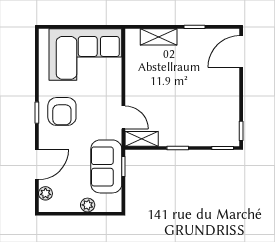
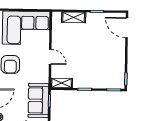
door: (241, 52) -> (127, 28), hinge flipped
door: (123, 117) -> (50, 57), moved

